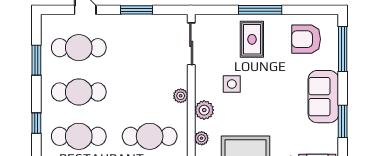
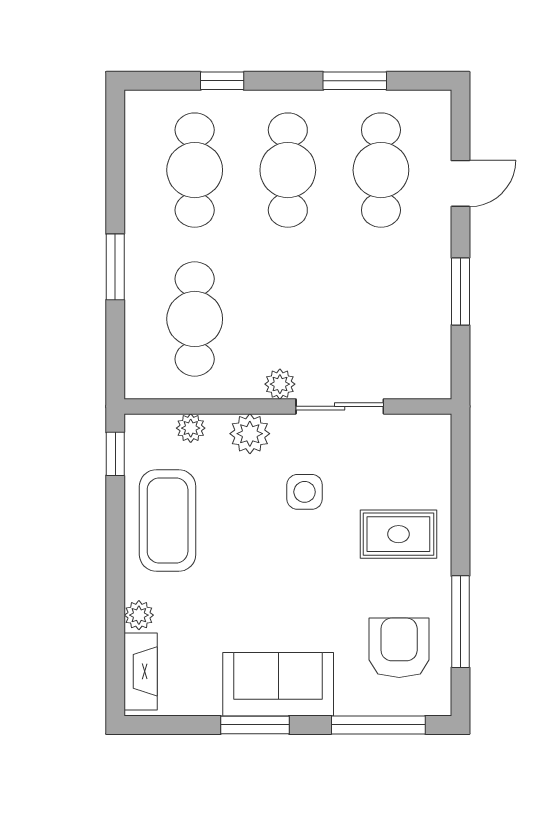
window: (260, 10) -> (460, 622), moved
sliding door: (191, 44) -> (340, 406), moved
window: (343, 121) -> (255, 725), moved

